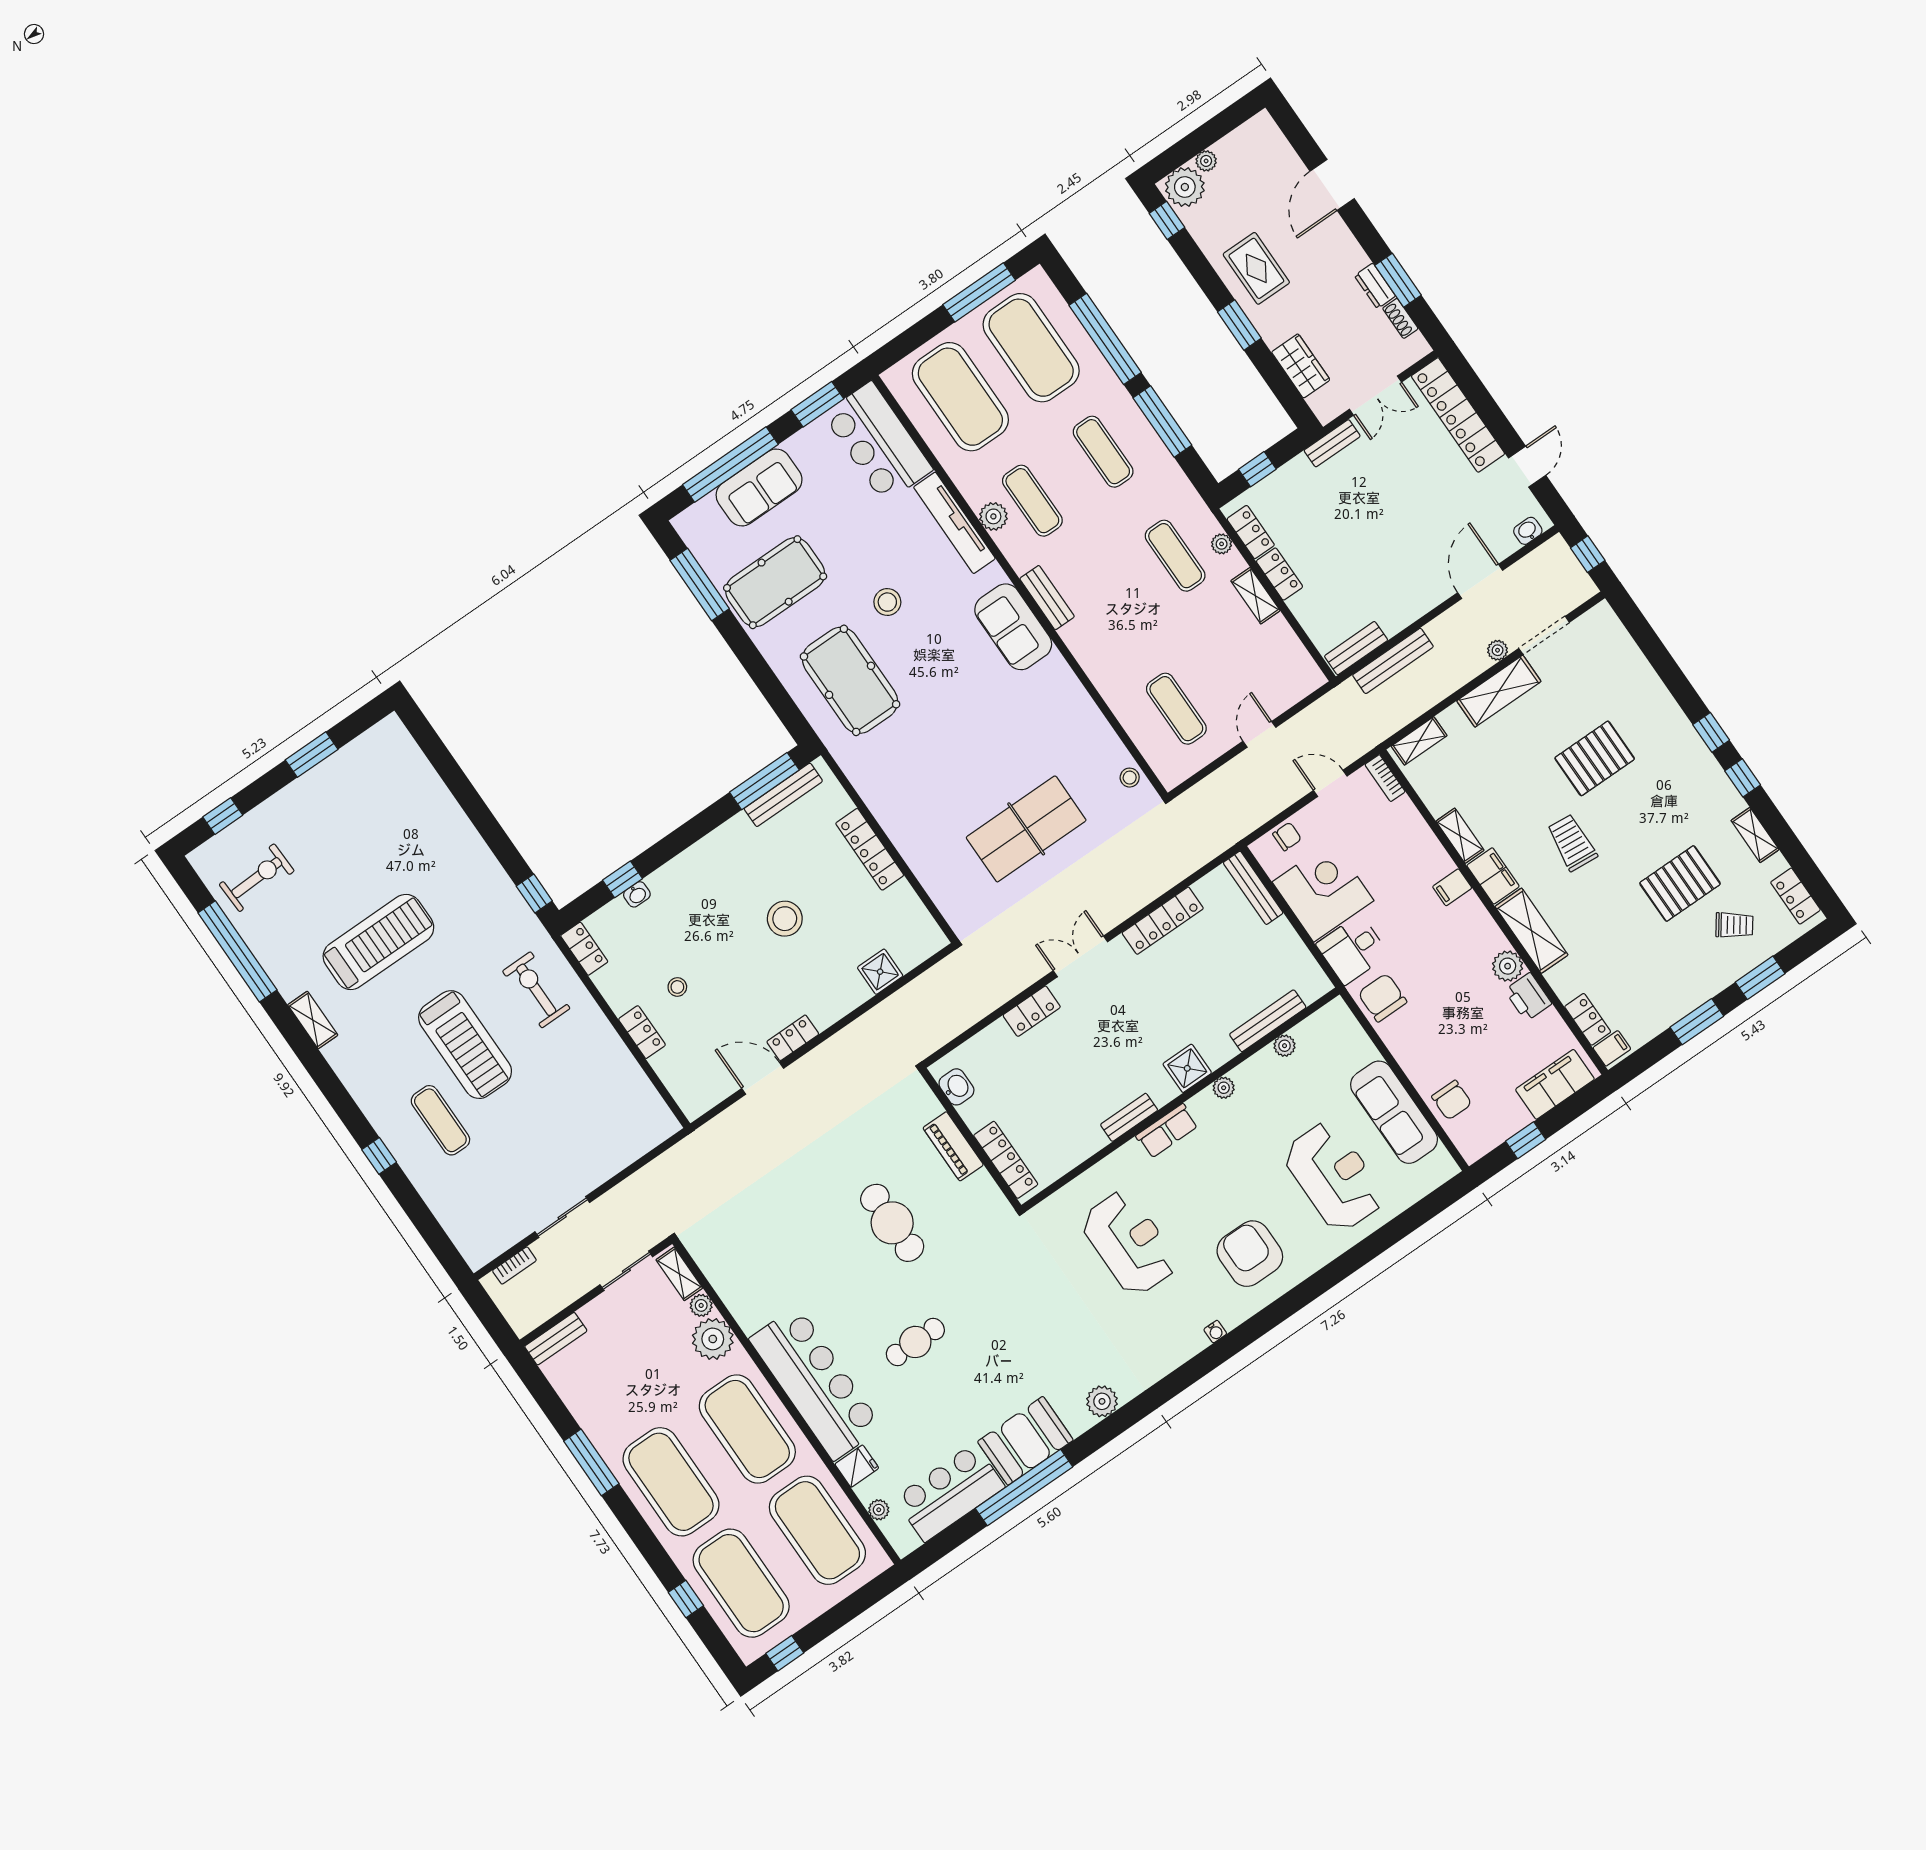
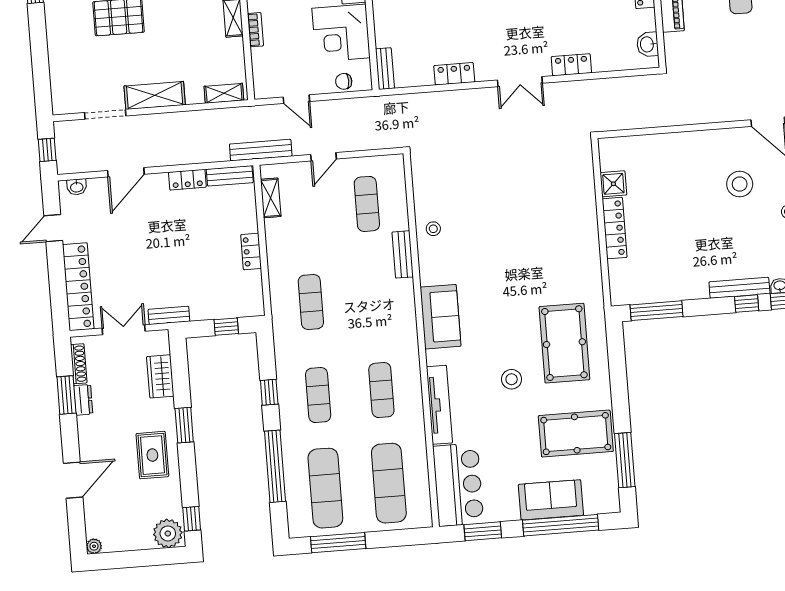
plant: (1206, 161) -> (94, 546), moved
shoe rack: (1400, 318) -> (79, 364), width x1.43
exercise mat: (1031, 348) -> (325, 488), width x0.68
exercise mat: (960, 397) -> (389, 483), width x0.68
window: (1162, 422) -> (269, 392), width x0.46
plant: (993, 516) -> (412, 394), removed
locker: (1251, 532) -> (187, 180), moved, turned -90
plant: (1222, 544) -> (277, 292), removed
shelving: (1255, 596) -> (271, 198), moved
bench: (1047, 598) -> (403, 254), moved
plant: (1498, 650) -> (140, 122), removed
bench: (1393, 661) -> (261, 150), moved
stool: (1130, 778) -> (433, 229), moved
bookcase: (1385, 778) -> (255, 30), moved
bench: (783, 795) -> (739, 288), moved
table tennis table: (1026, 829) -> (507, 183), removed
window: (664, 851) -> (747, 304), added
bench: (1253, 888) -> (385, 69), width x0.73
stool: (785, 919) -> (740, 184), moved
locker: (1163, 921) -> (454, 74), width x0.66
shower: (880, 972) -> (613, 184), moved
locker: (793, 1038) -> (734, 136), removed

